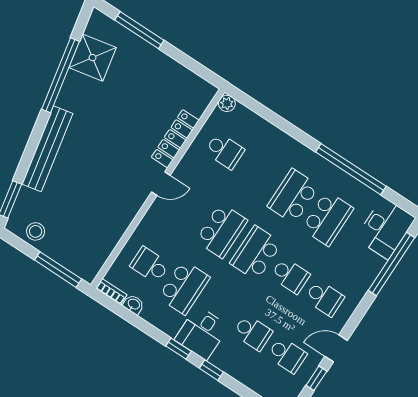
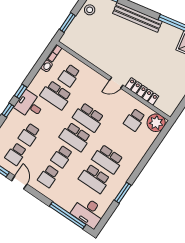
plant: (227, 103) -> (156, 123), width x1.87, depth x1.87
window: (351, 169) -> (123, 193), width x0.47
door: (161, 184) -> (116, 83), hinge flipped
school desk: (293, 196) -> (108, 159), turned 180
school desk: (256, 253) -> (75, 137), turned 180
school desk: (150, 265) -> (69, 76), turned 180
window: (58, 270) -> (67, 23), width x0.69

